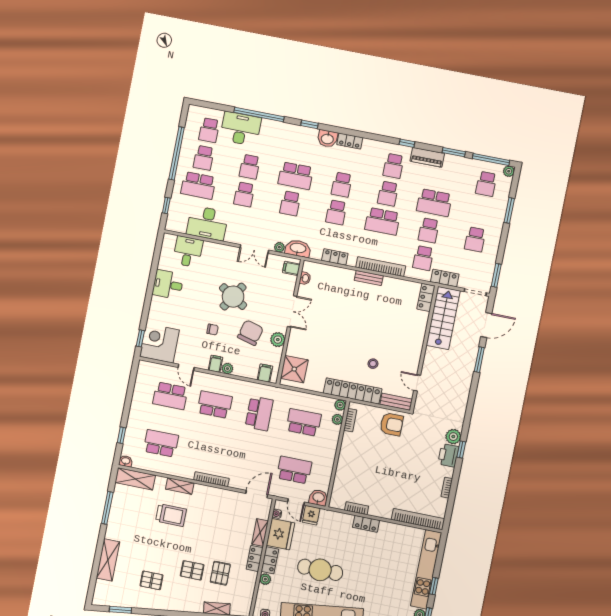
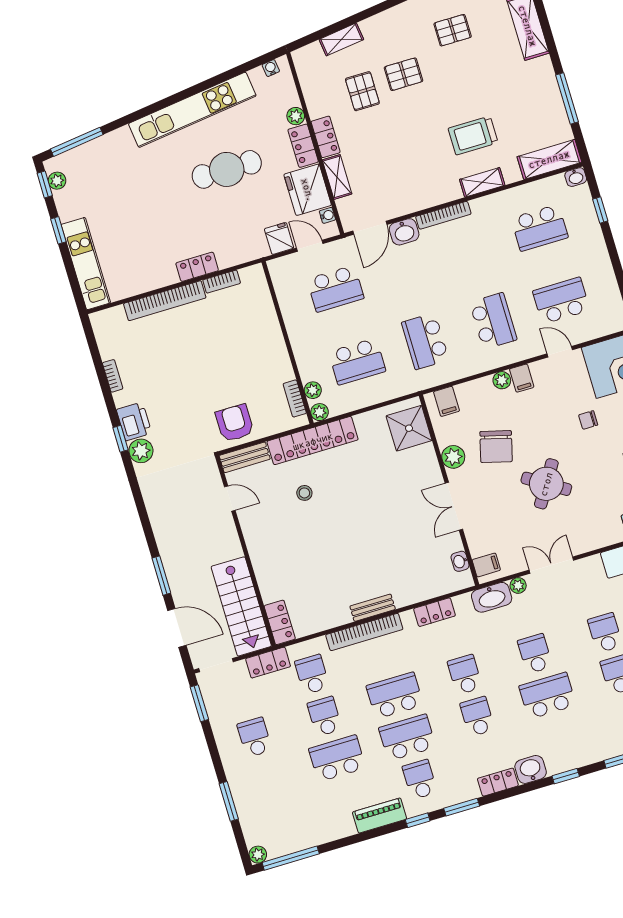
window: (454, 152) -> (462, 807), moved
school desk: (486, 184) -> (280, 821), removed
school desk: (388, 194) -> (407, 737), width x1.85
door: (486, 325) -> (177, 628), swing flipped
chair: (213, 330) -> (588, 420), moved
school desk: (215, 405) -> (493, 321), turned -90
armchair: (392, 424) -> (235, 423), turned 90
washbasin: (318, 498) -> (404, 232), moved
bookcase: (418, 519) -> (165, 301), moved
kitchen unit: (426, 569) -> (86, 264), width x0.73

